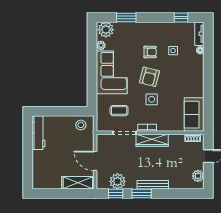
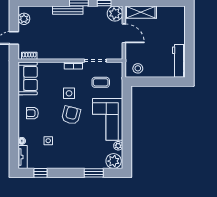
armchair: (150, 52) -> (32, 113), moved
wardrobe: (152, 140) -> (69, 53), removed
plant: (118, 181) -> (115, 14), moved

